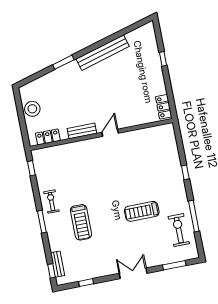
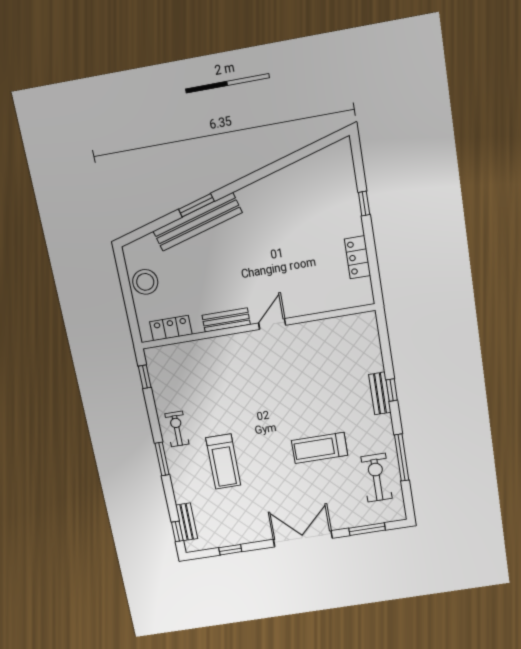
bench: (103, 53) -> (198, 222), moved
locker: (164, 107) -> (358, 257), moved
bench: (178, 175) -> (380, 393), added
double door: (133, 273) -> (303, 539), width x1.37

